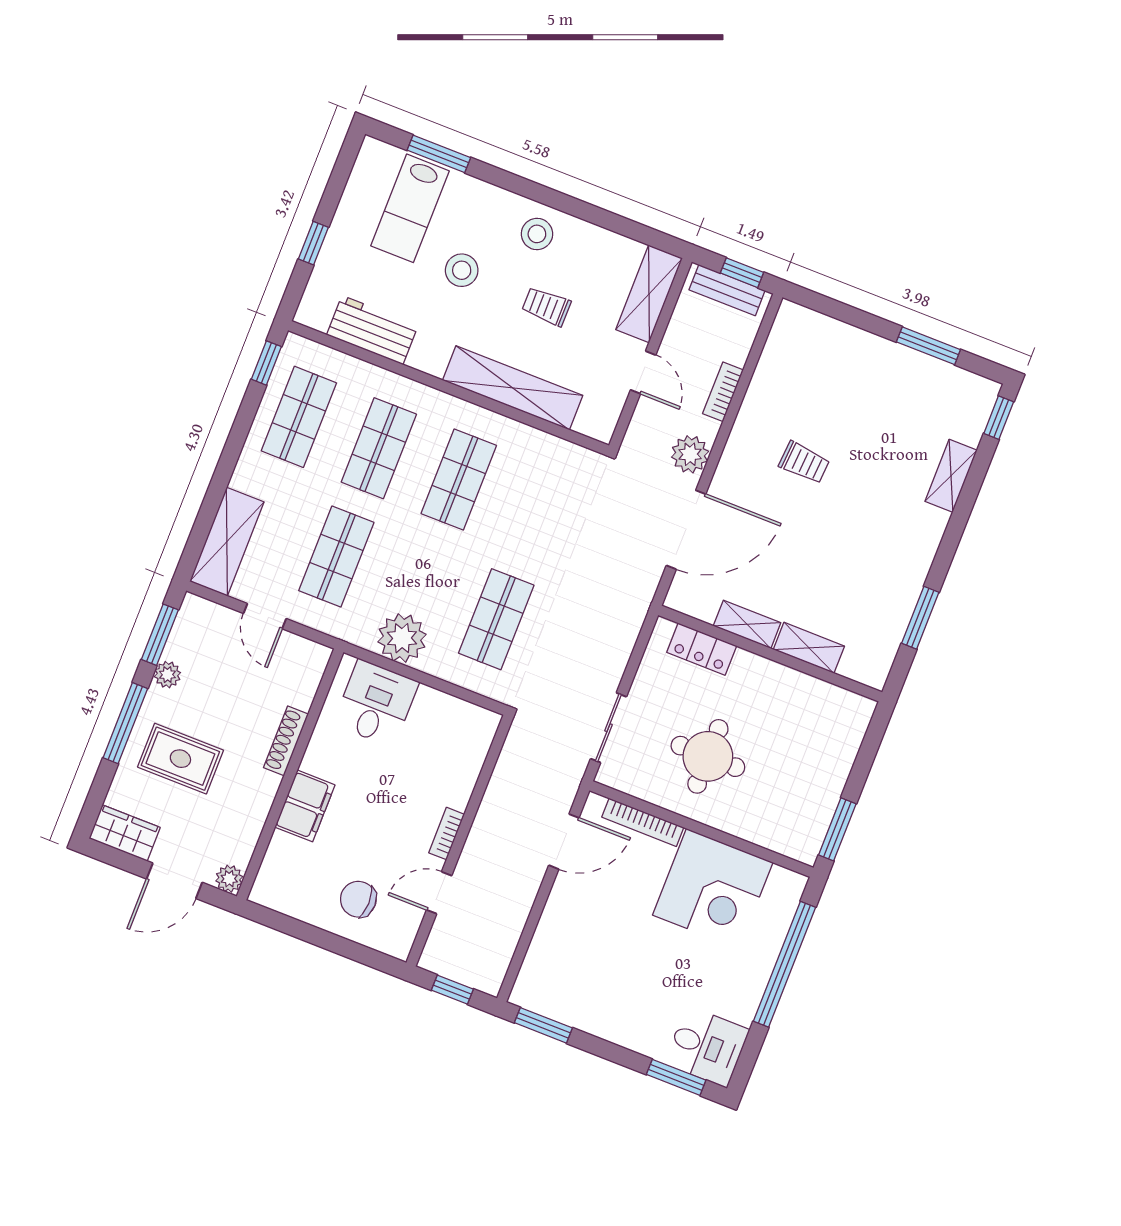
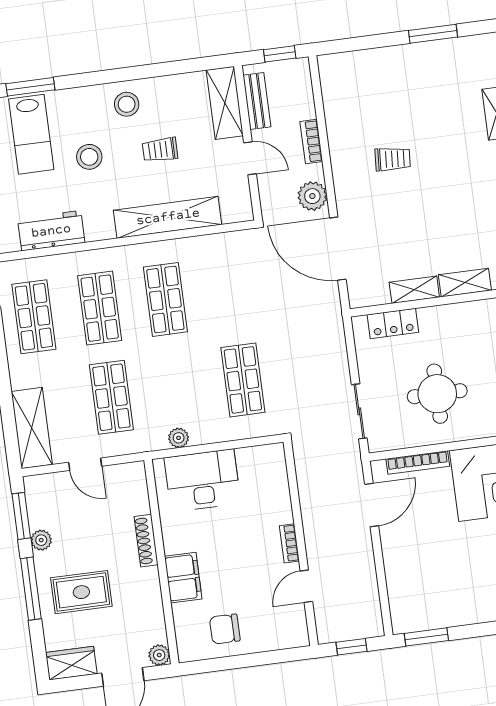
bench: (727, 290) -> (257, 101), moved, turned 90
door: (686, 530) -> (338, 249), swing flipped
plant: (402, 638) -> (179, 438), width x0.53, depth x0.53
desk: (376, 703) -> (202, 480), width x1.37
chair: (358, 899) -> (225, 629), moved

